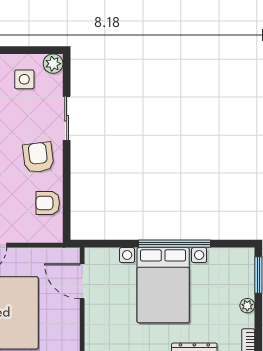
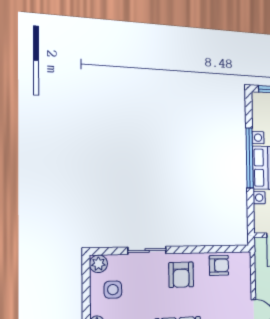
armchair: (38, 157) -> (181, 275), turned -83
armchair: (48, 203) -> (219, 265), turned -90

